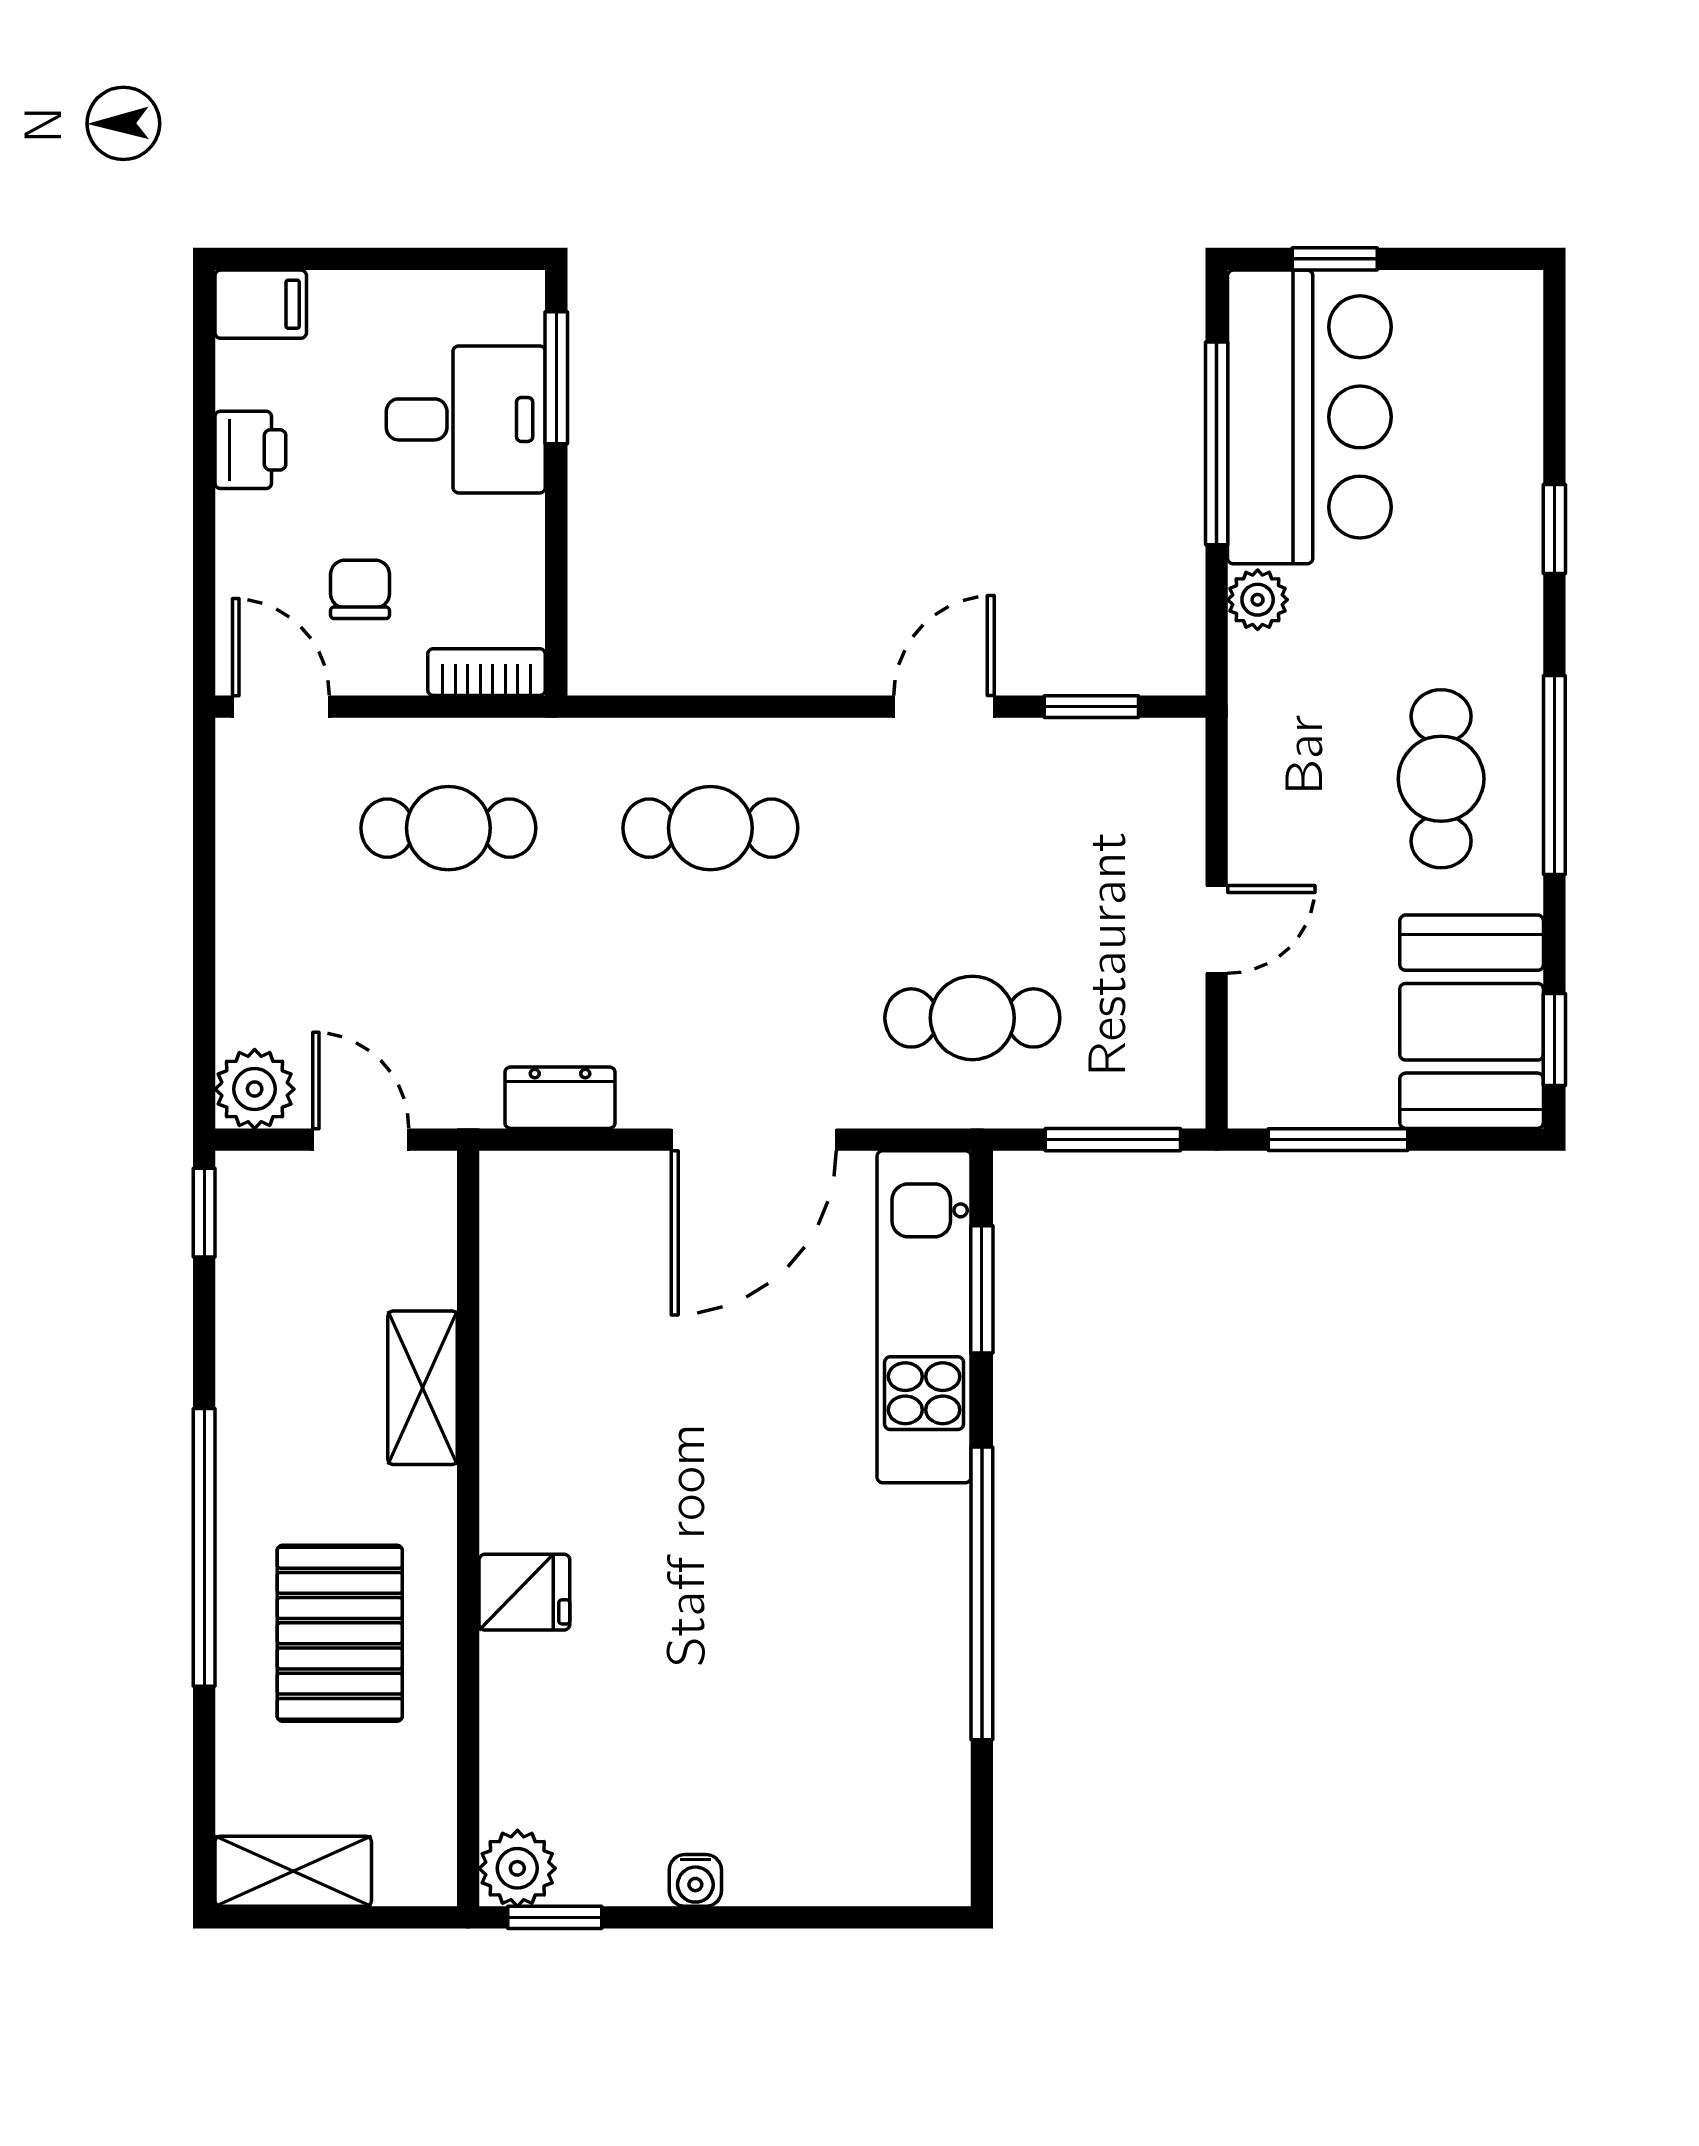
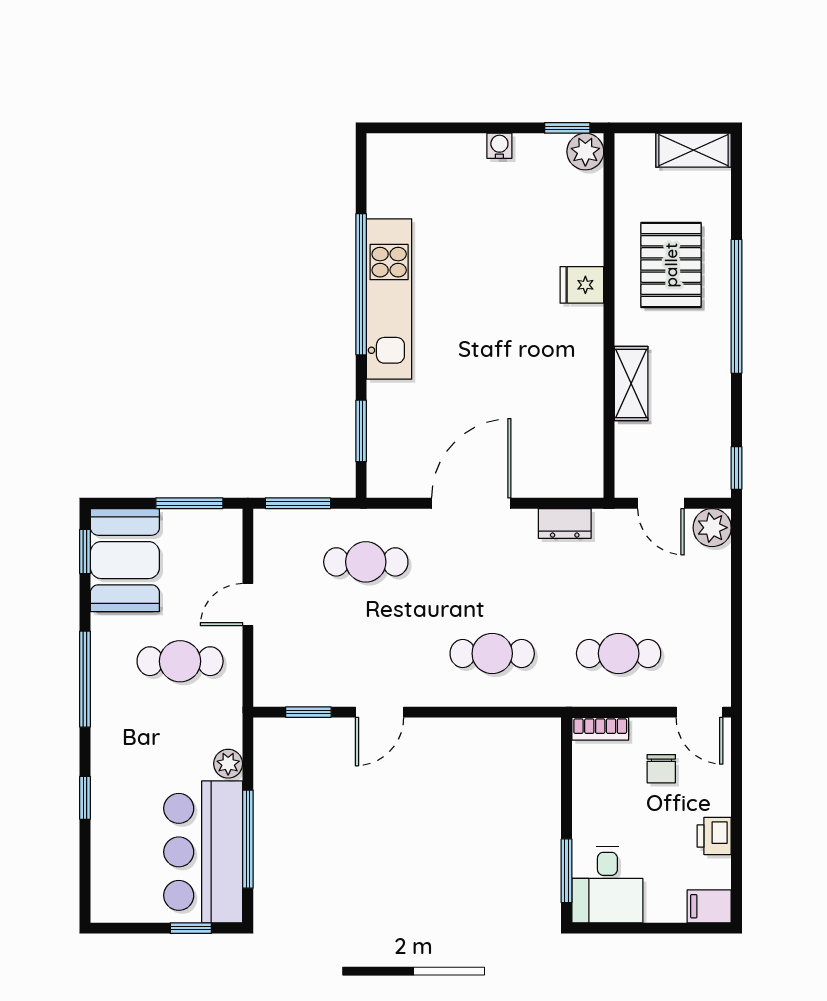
desk: (466, 419) -> (607, 885), moved, turned -90
cafe table: (1441, 779) -> (180, 661), moved, turned 90
kitchen unit: (924, 1317) -> (389, 299), moved

